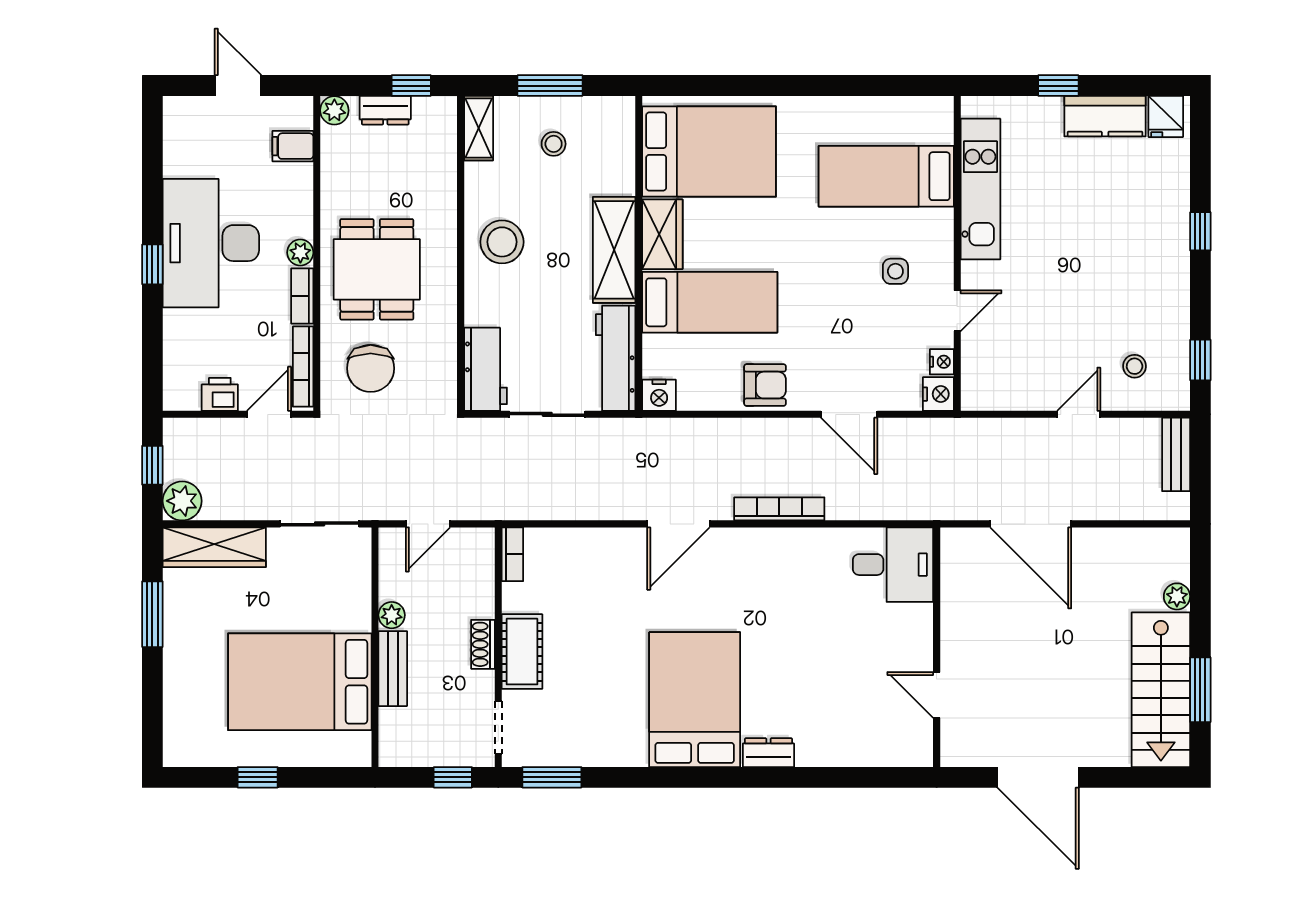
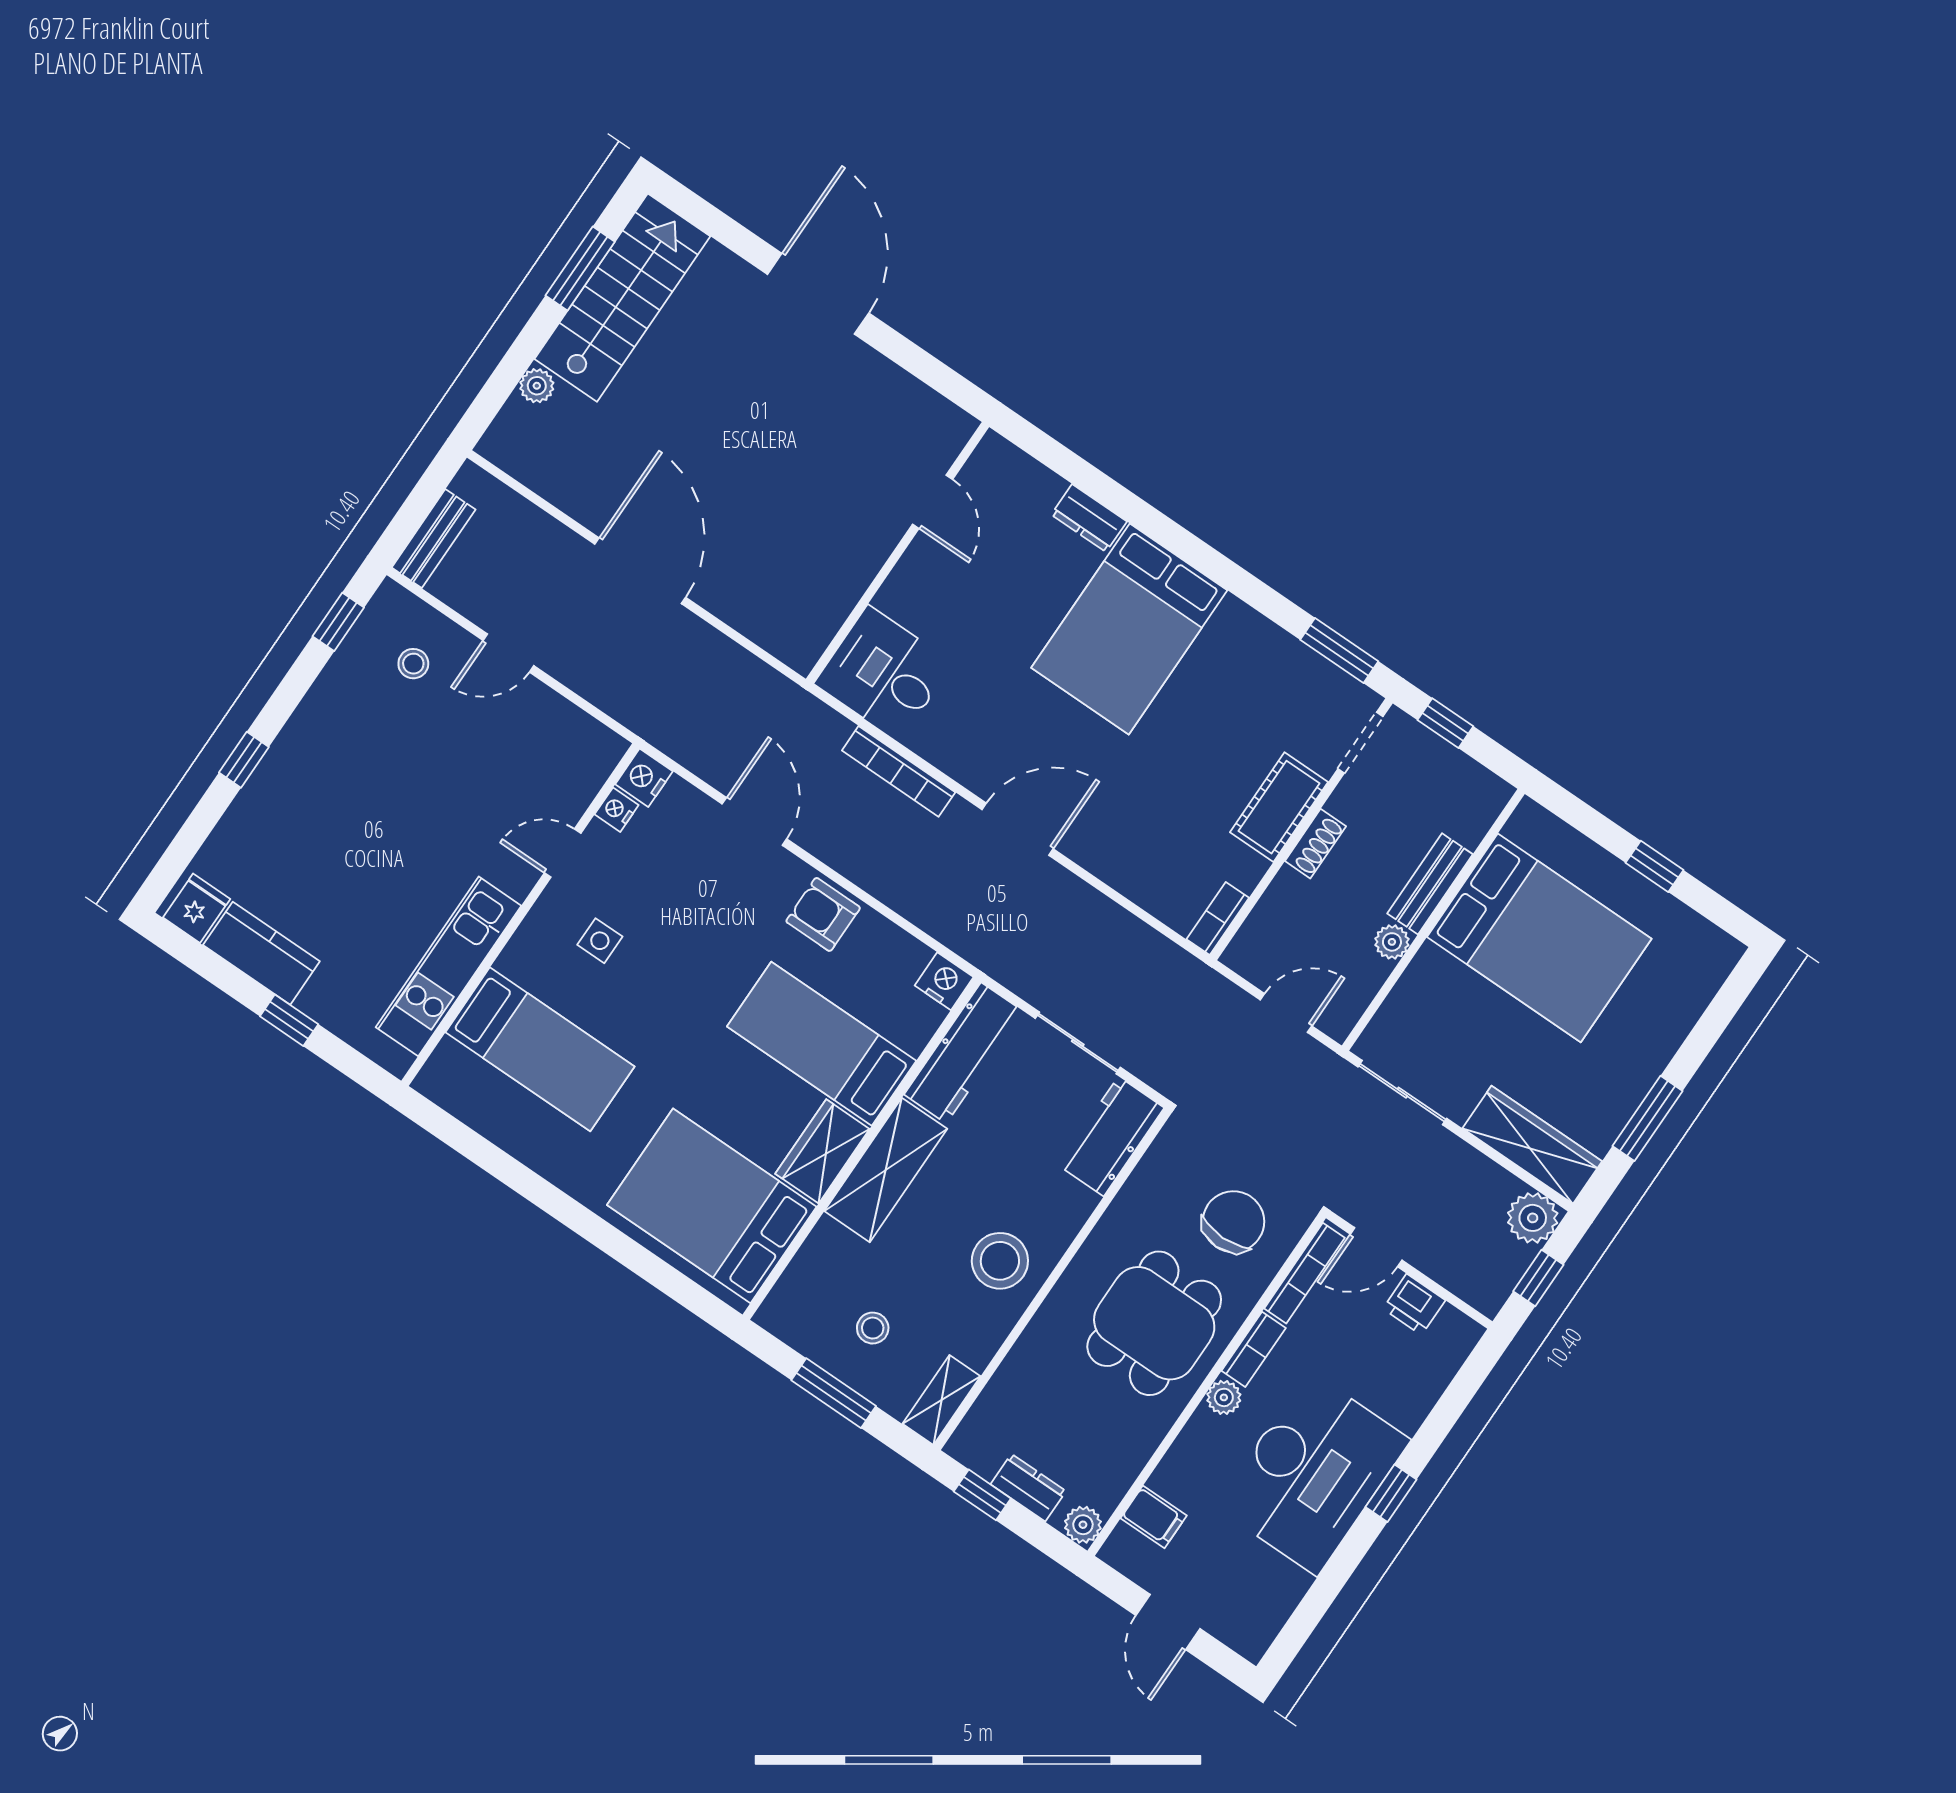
desk: (893, 565) -> (884, 673), moved
wall: (937, 647) -> (898, 553), moved
door: (937, 695) -> (933, 502), moved

